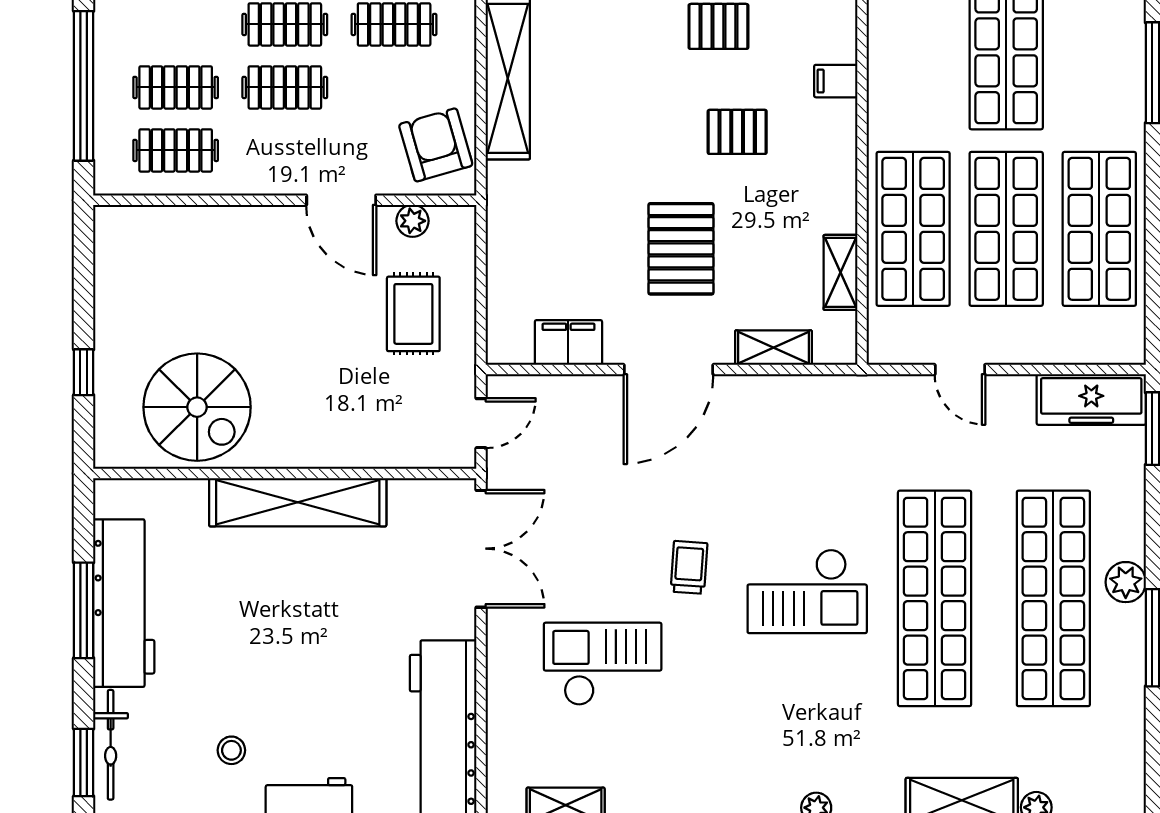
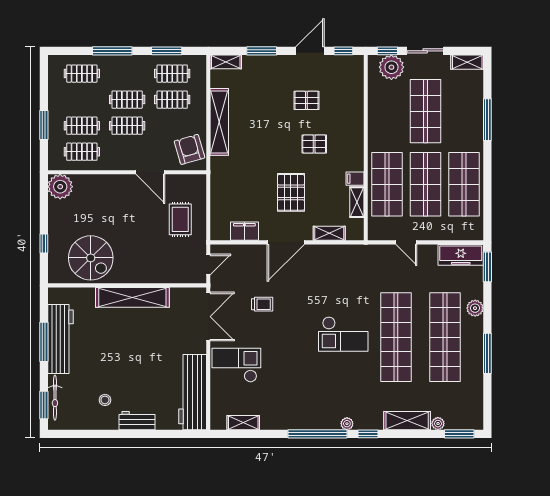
filing cabinet: (836, 81) -> (355, 179), moved
window: (84, 86) -> (44, 125), width x0.47
plant: (413, 221) -> (60, 187), moved, width x1.87, depth x1.87
trolley: (689, 567) -> (262, 304), moved, turned 86
plant: (1126, 582) -> (475, 308), moved
checkout: (603, 664) -> (236, 365), moved

